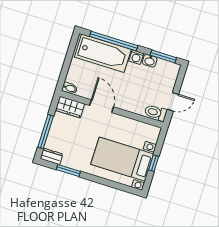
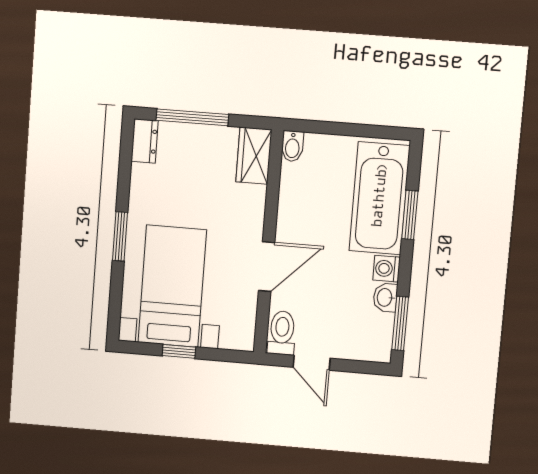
window: (114, 41) -> (410, 215), width x0.47
door: (102, 106) -> (267, 267), moved
window: (68, 170) -> (120, 236), moved

